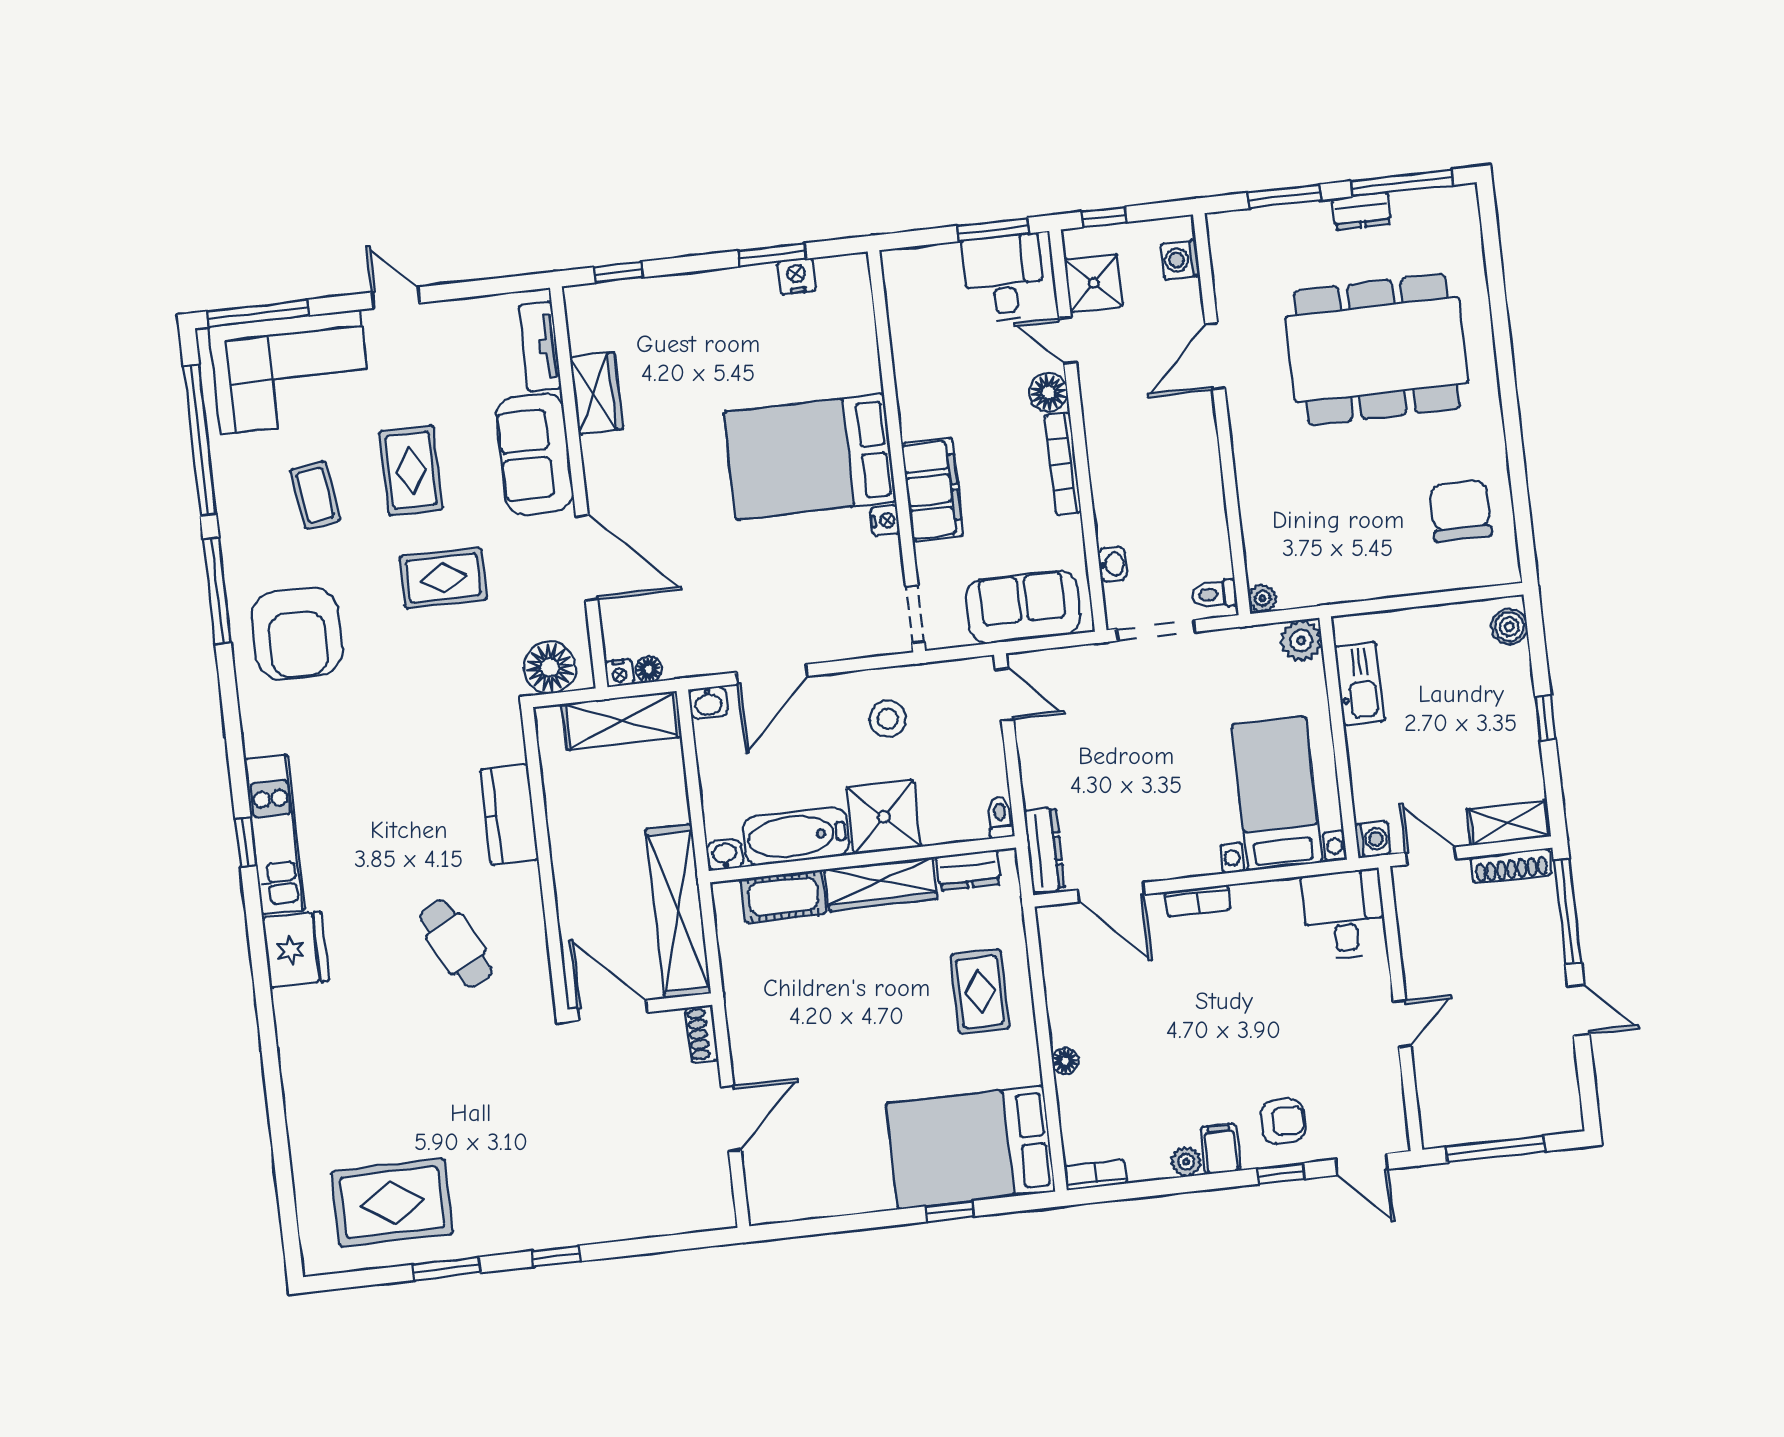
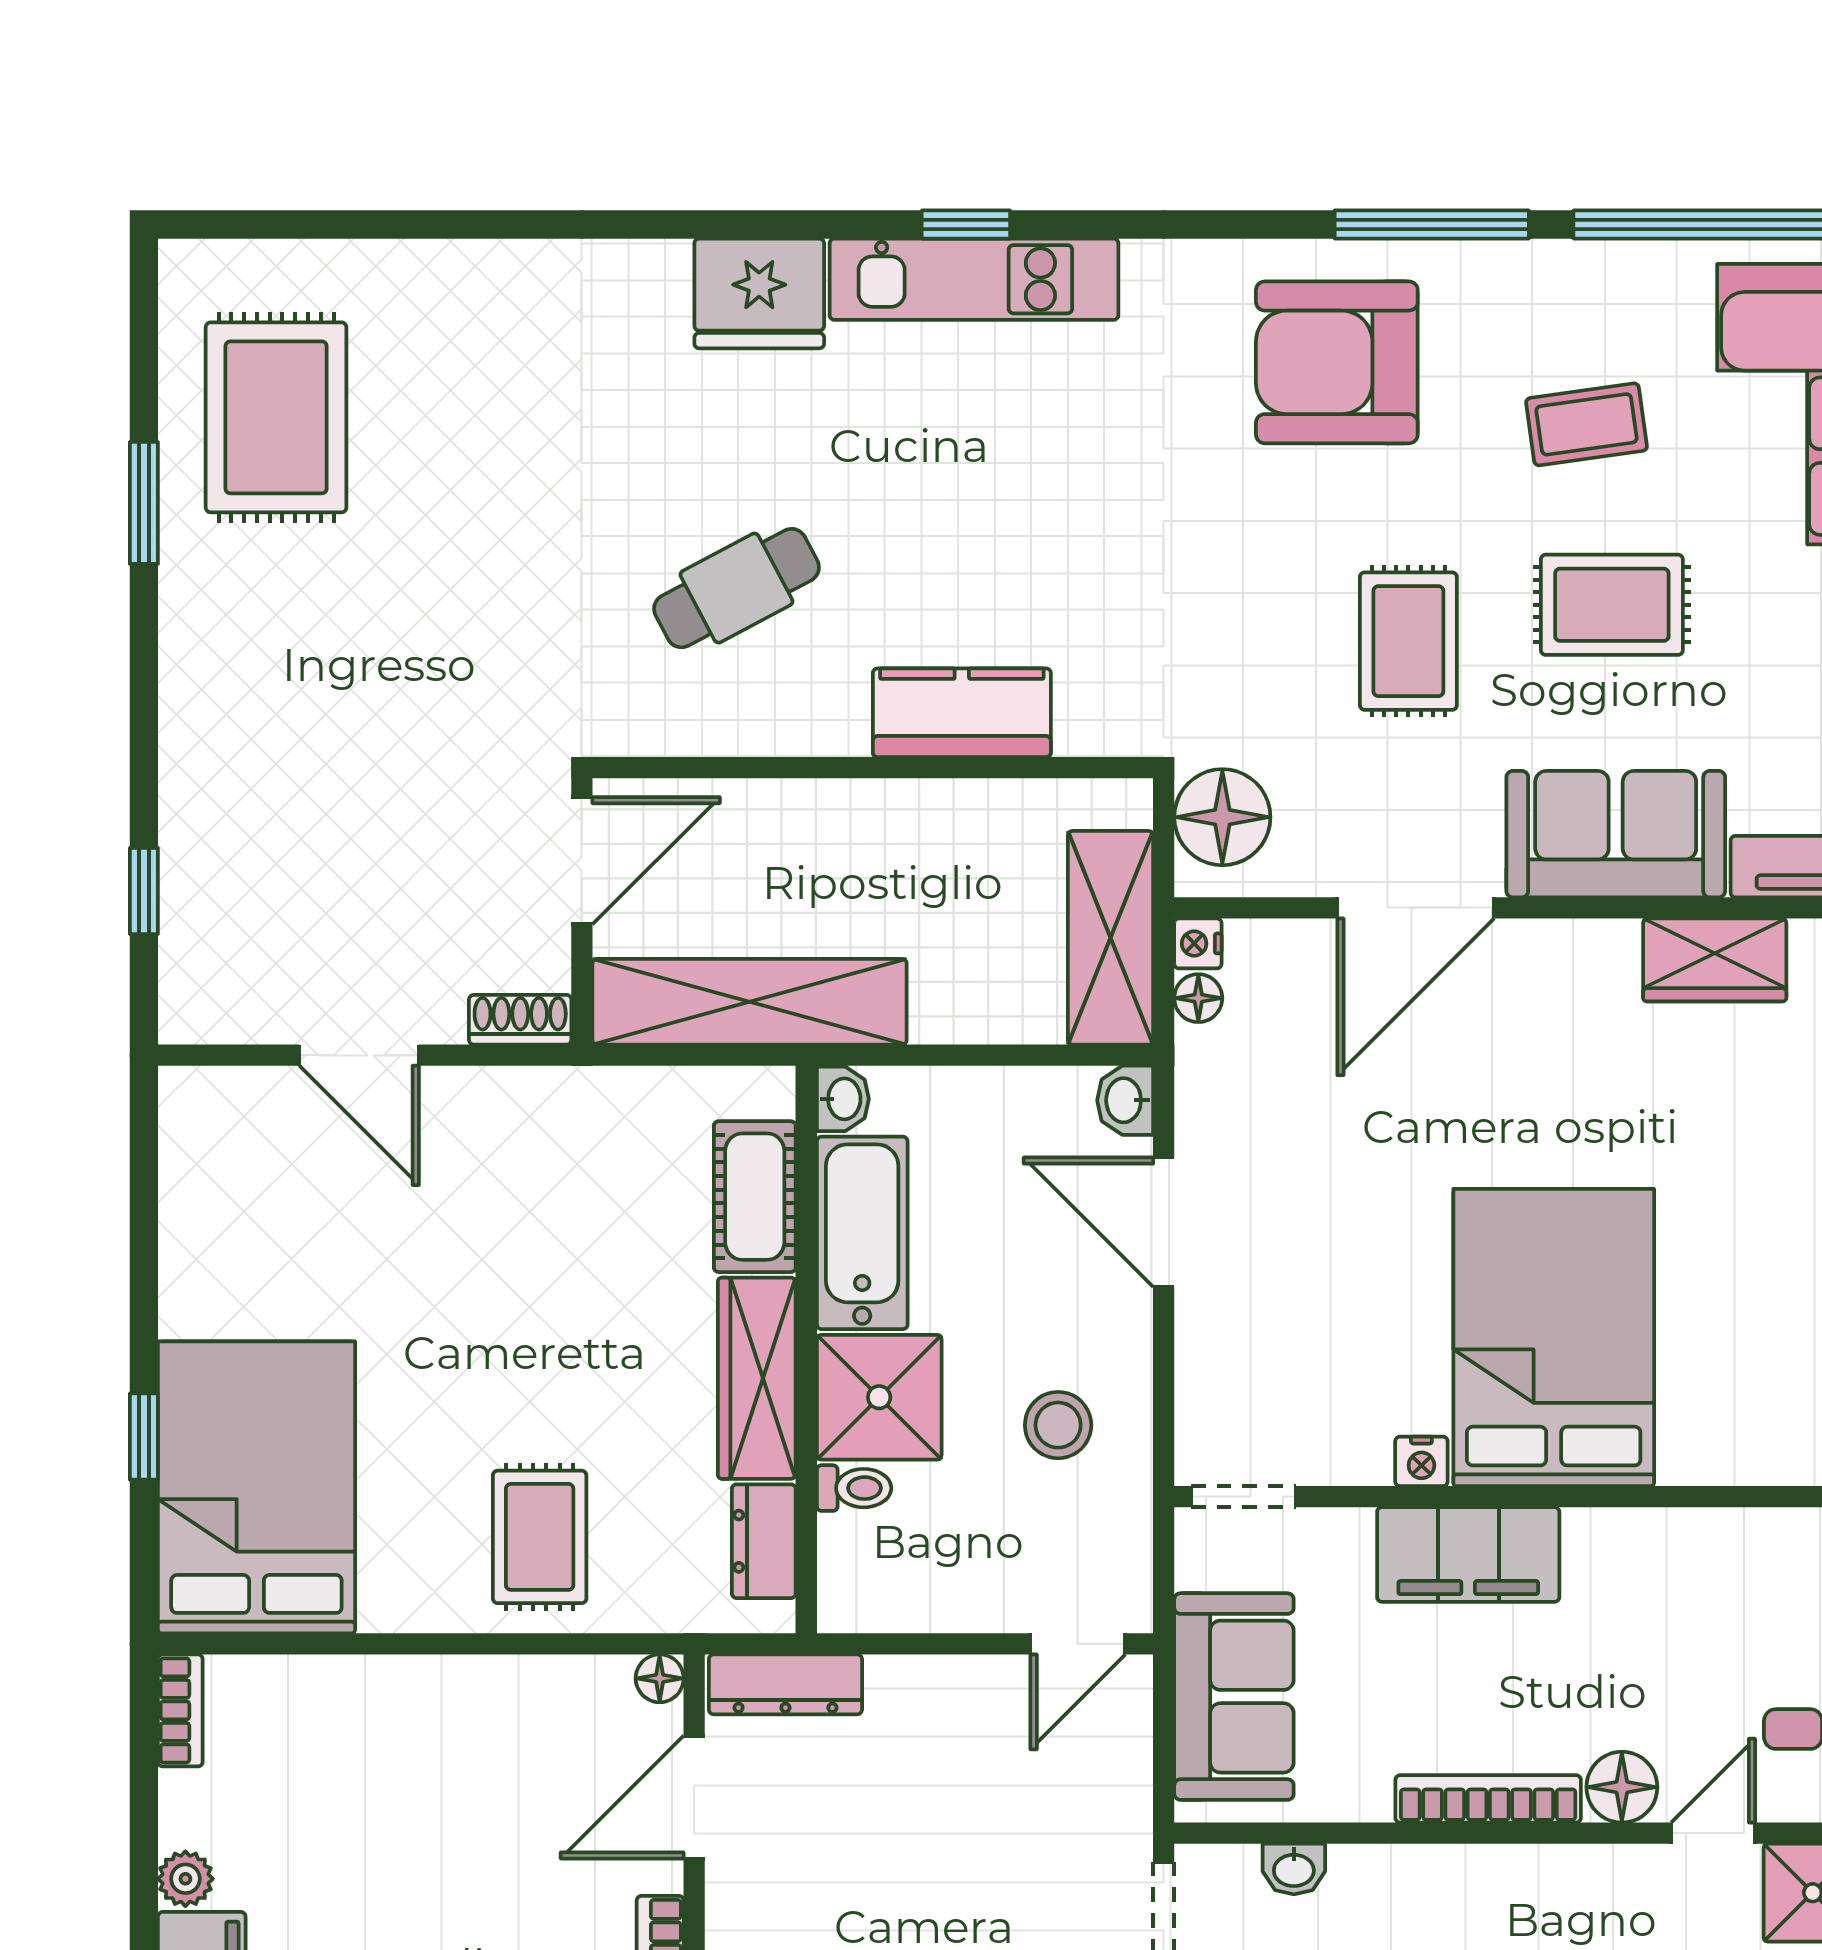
toilet: (1000, 817) -> (854, 1488), moved
rug: (980, 992) -> (540, 1537), turned 90
floor lamp: (1065, 1061) -> (660, 1678), moved
window: (556, 1256) -> (144, 891), moved

